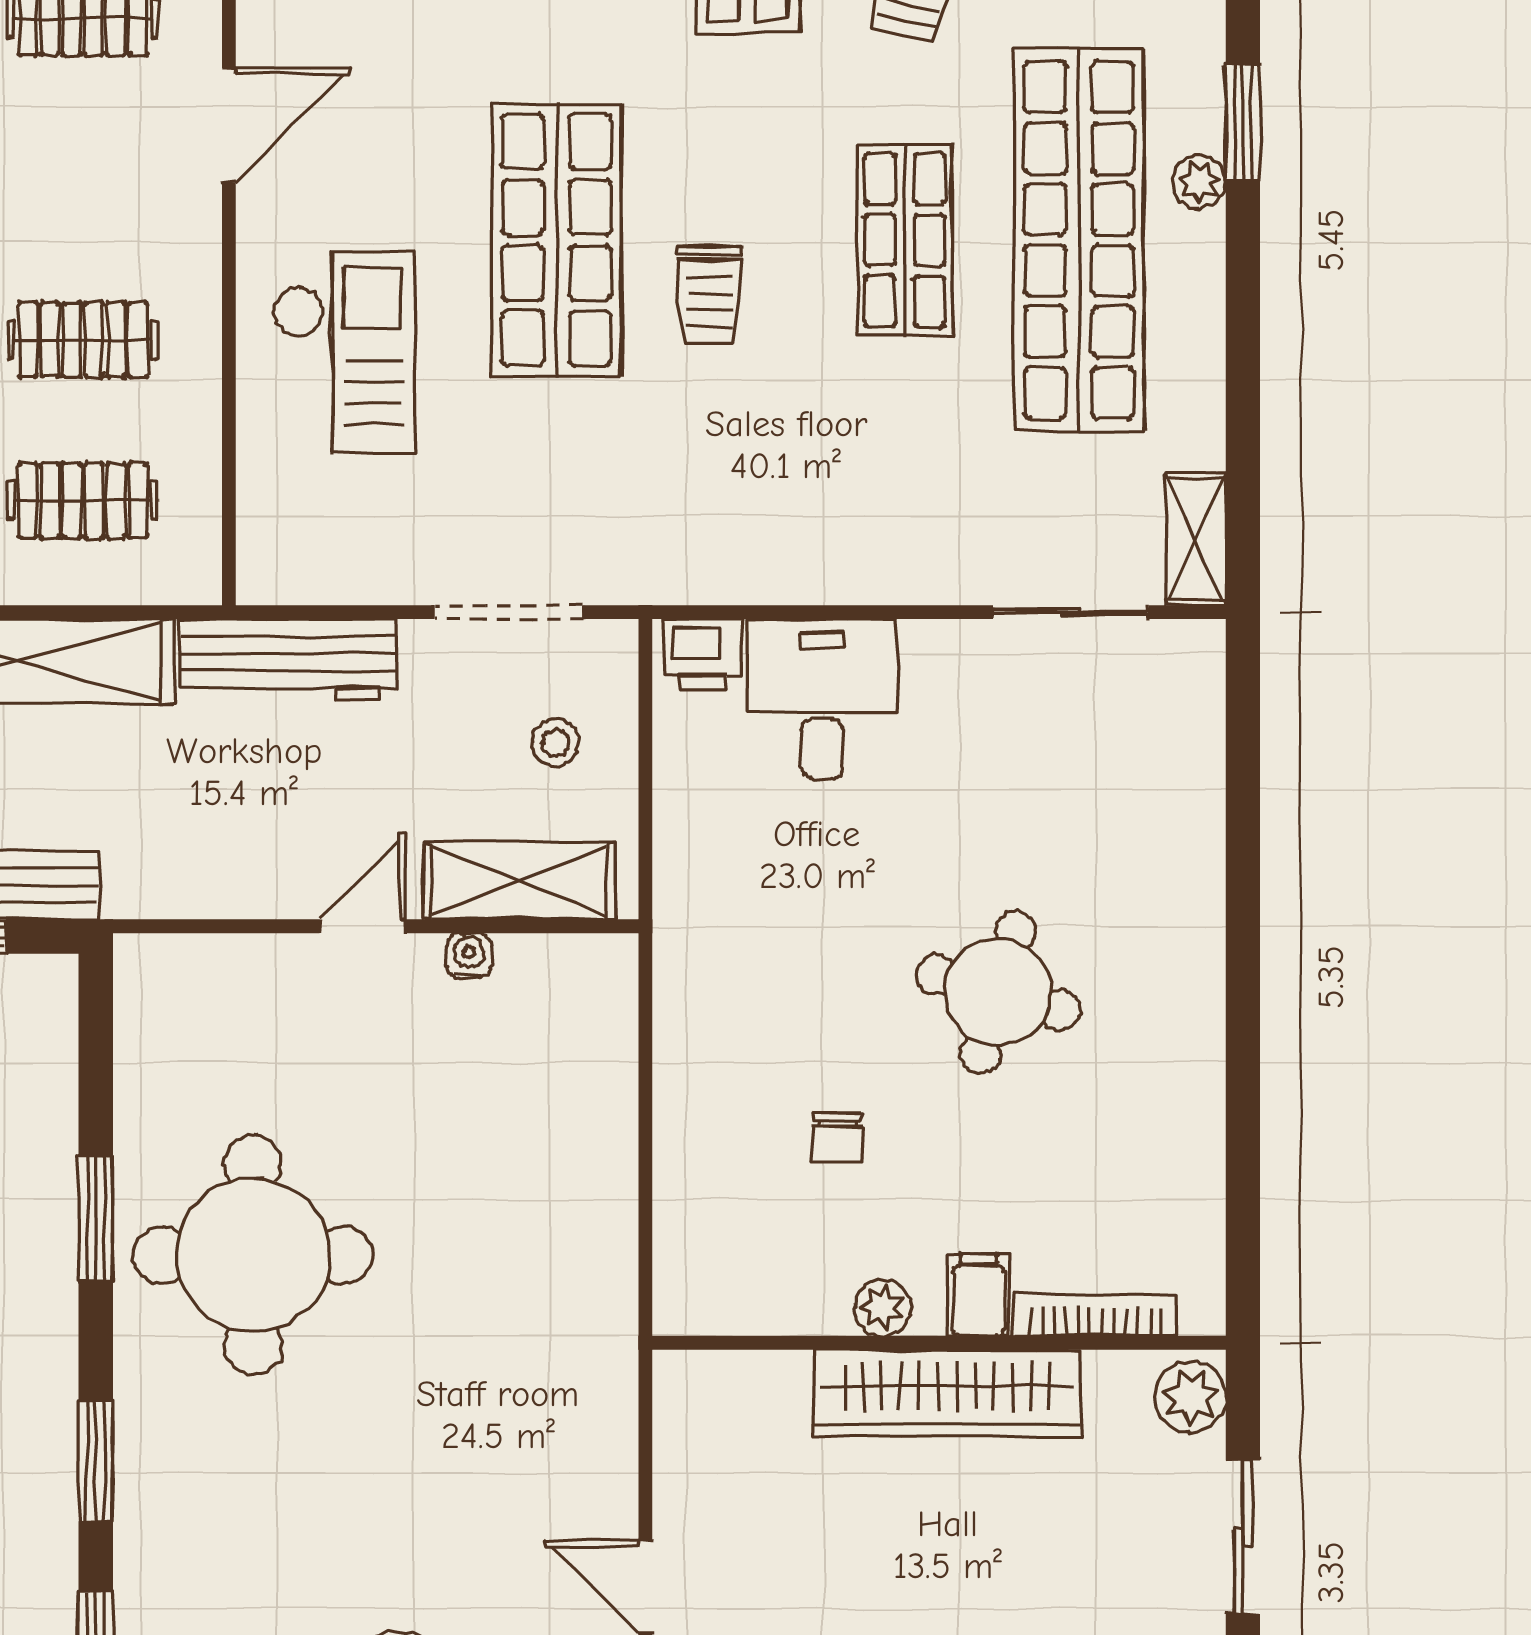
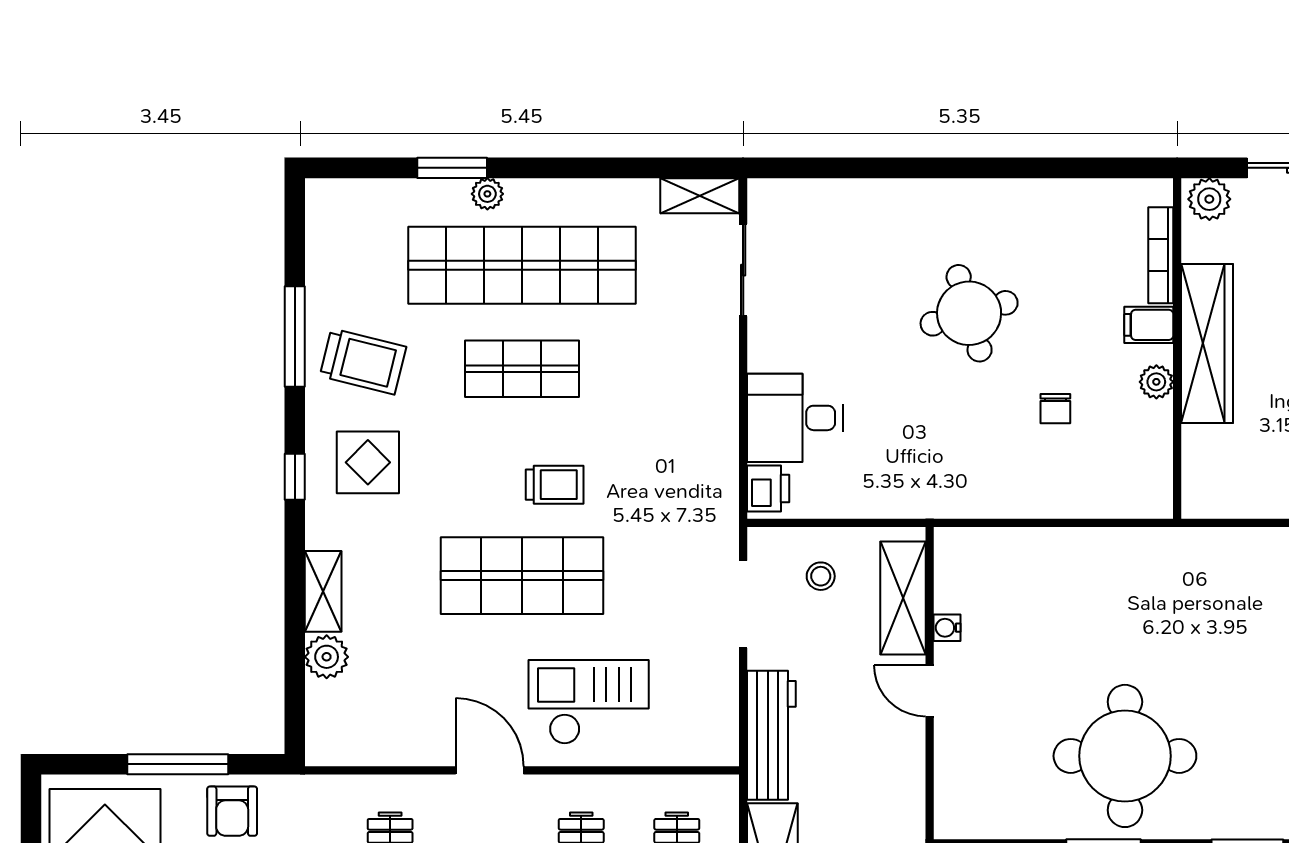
door: (229, 125) -> (490, 770), moved
round table: (998, 993) -> (969, 313), turned -32
chair: (838, 1138) -> (1055, 409), turned 90

